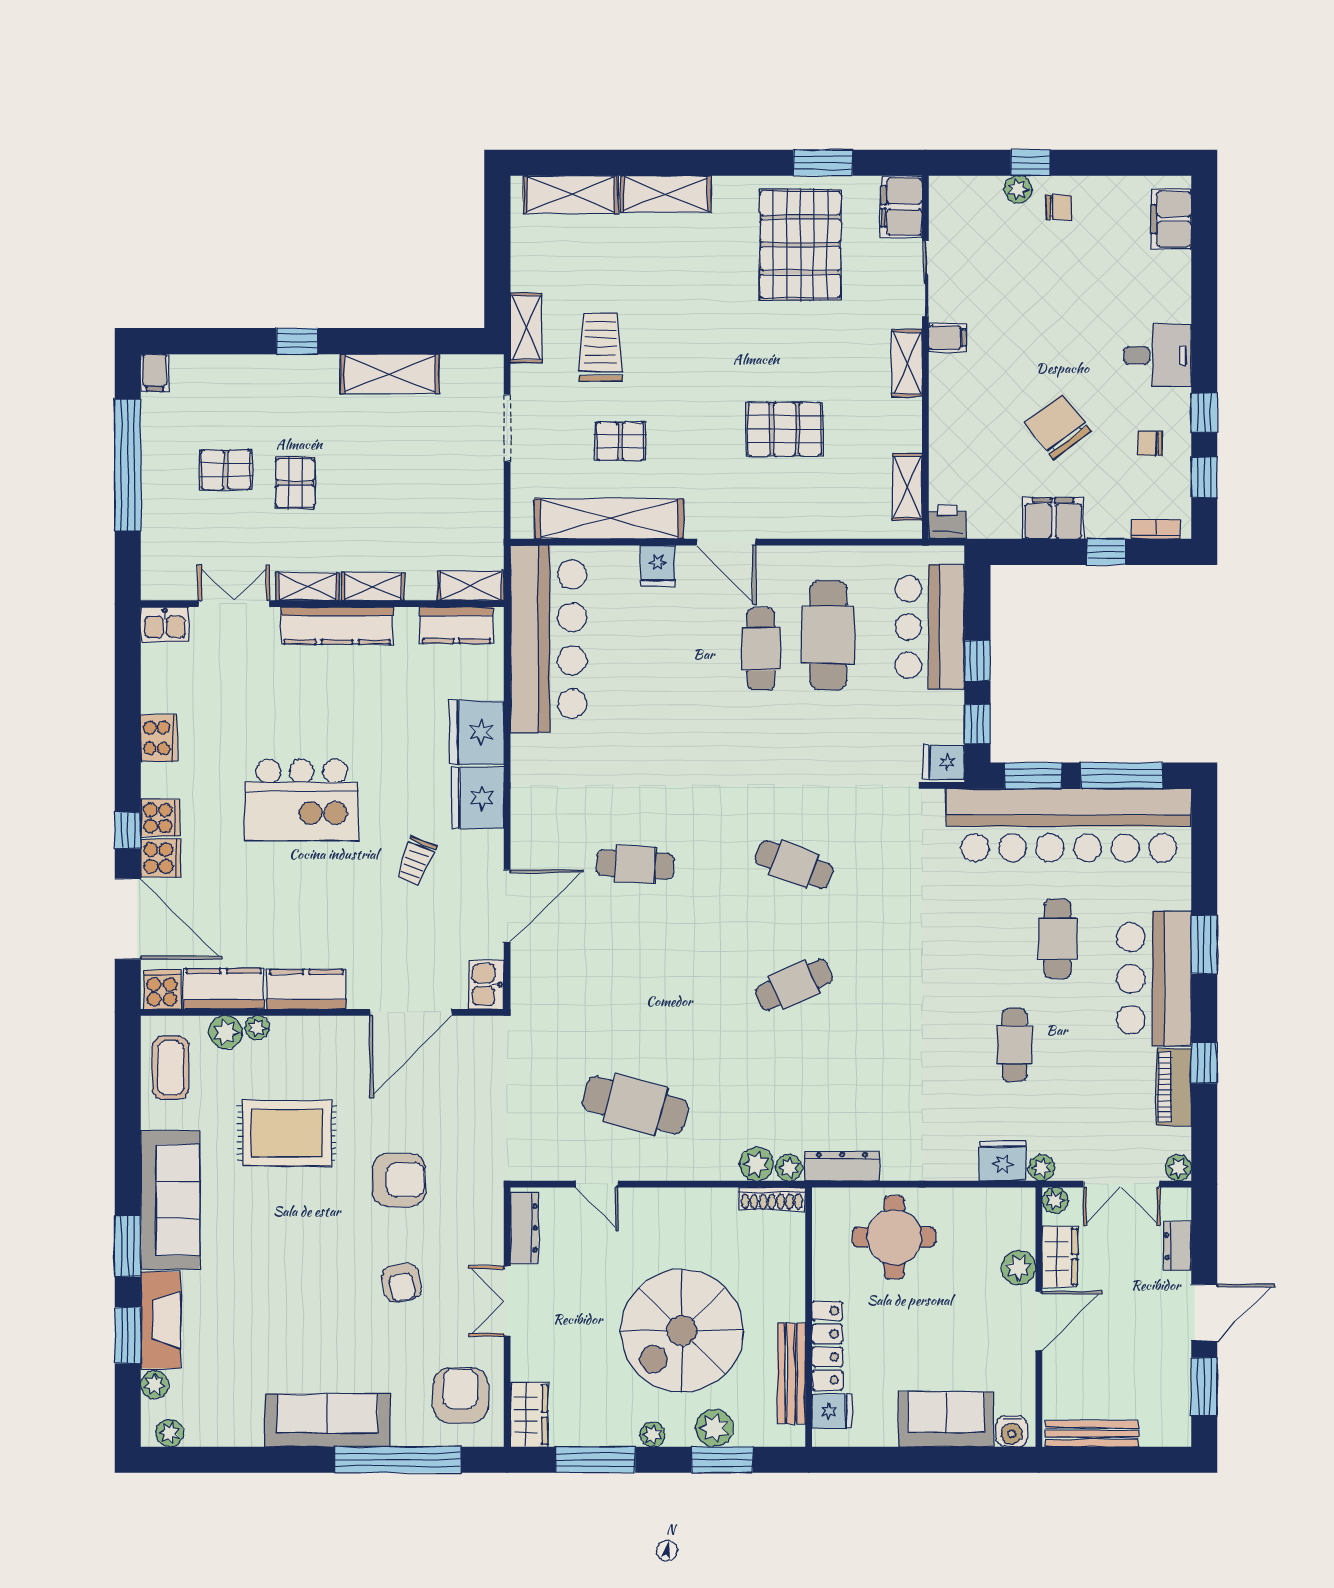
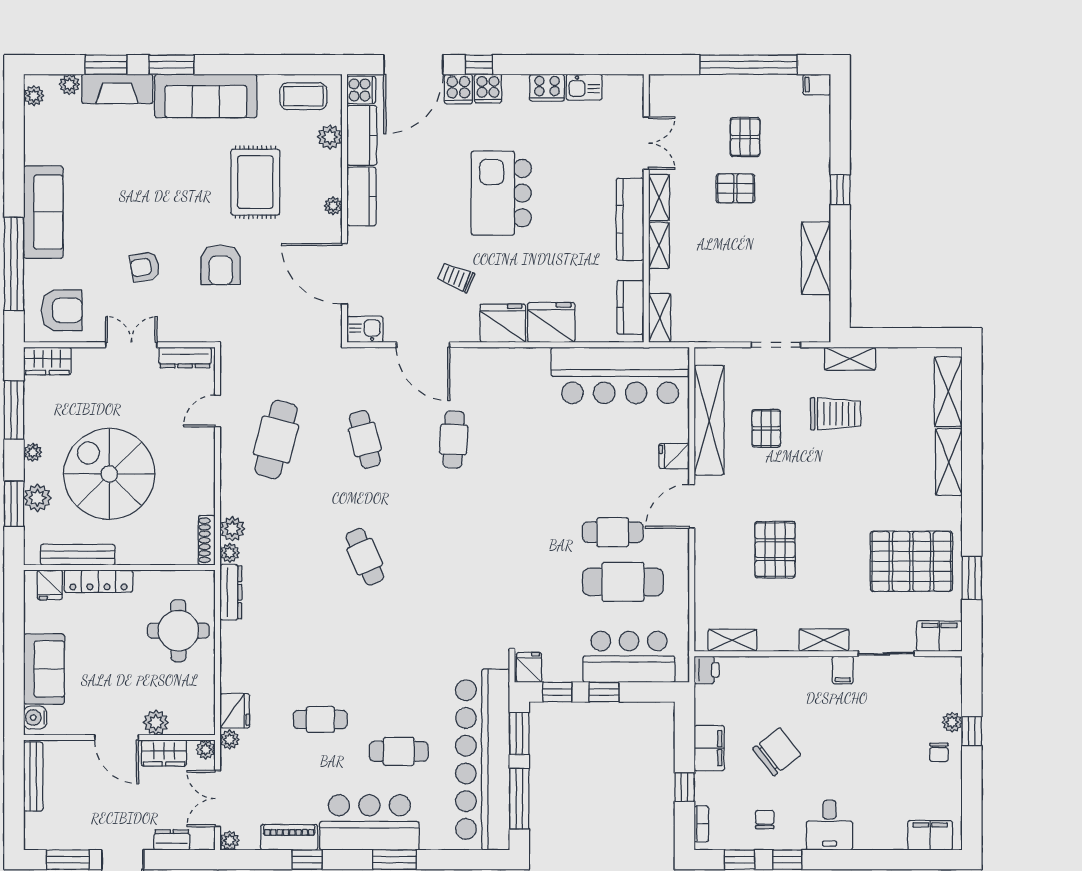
kitchen sink: (165, 624) -> (584, 87), moved, turned -90
cafe table: (794, 864) -> (365, 439), moved, turned -36
plant: (257, 1028) -> (333, 206), moved

